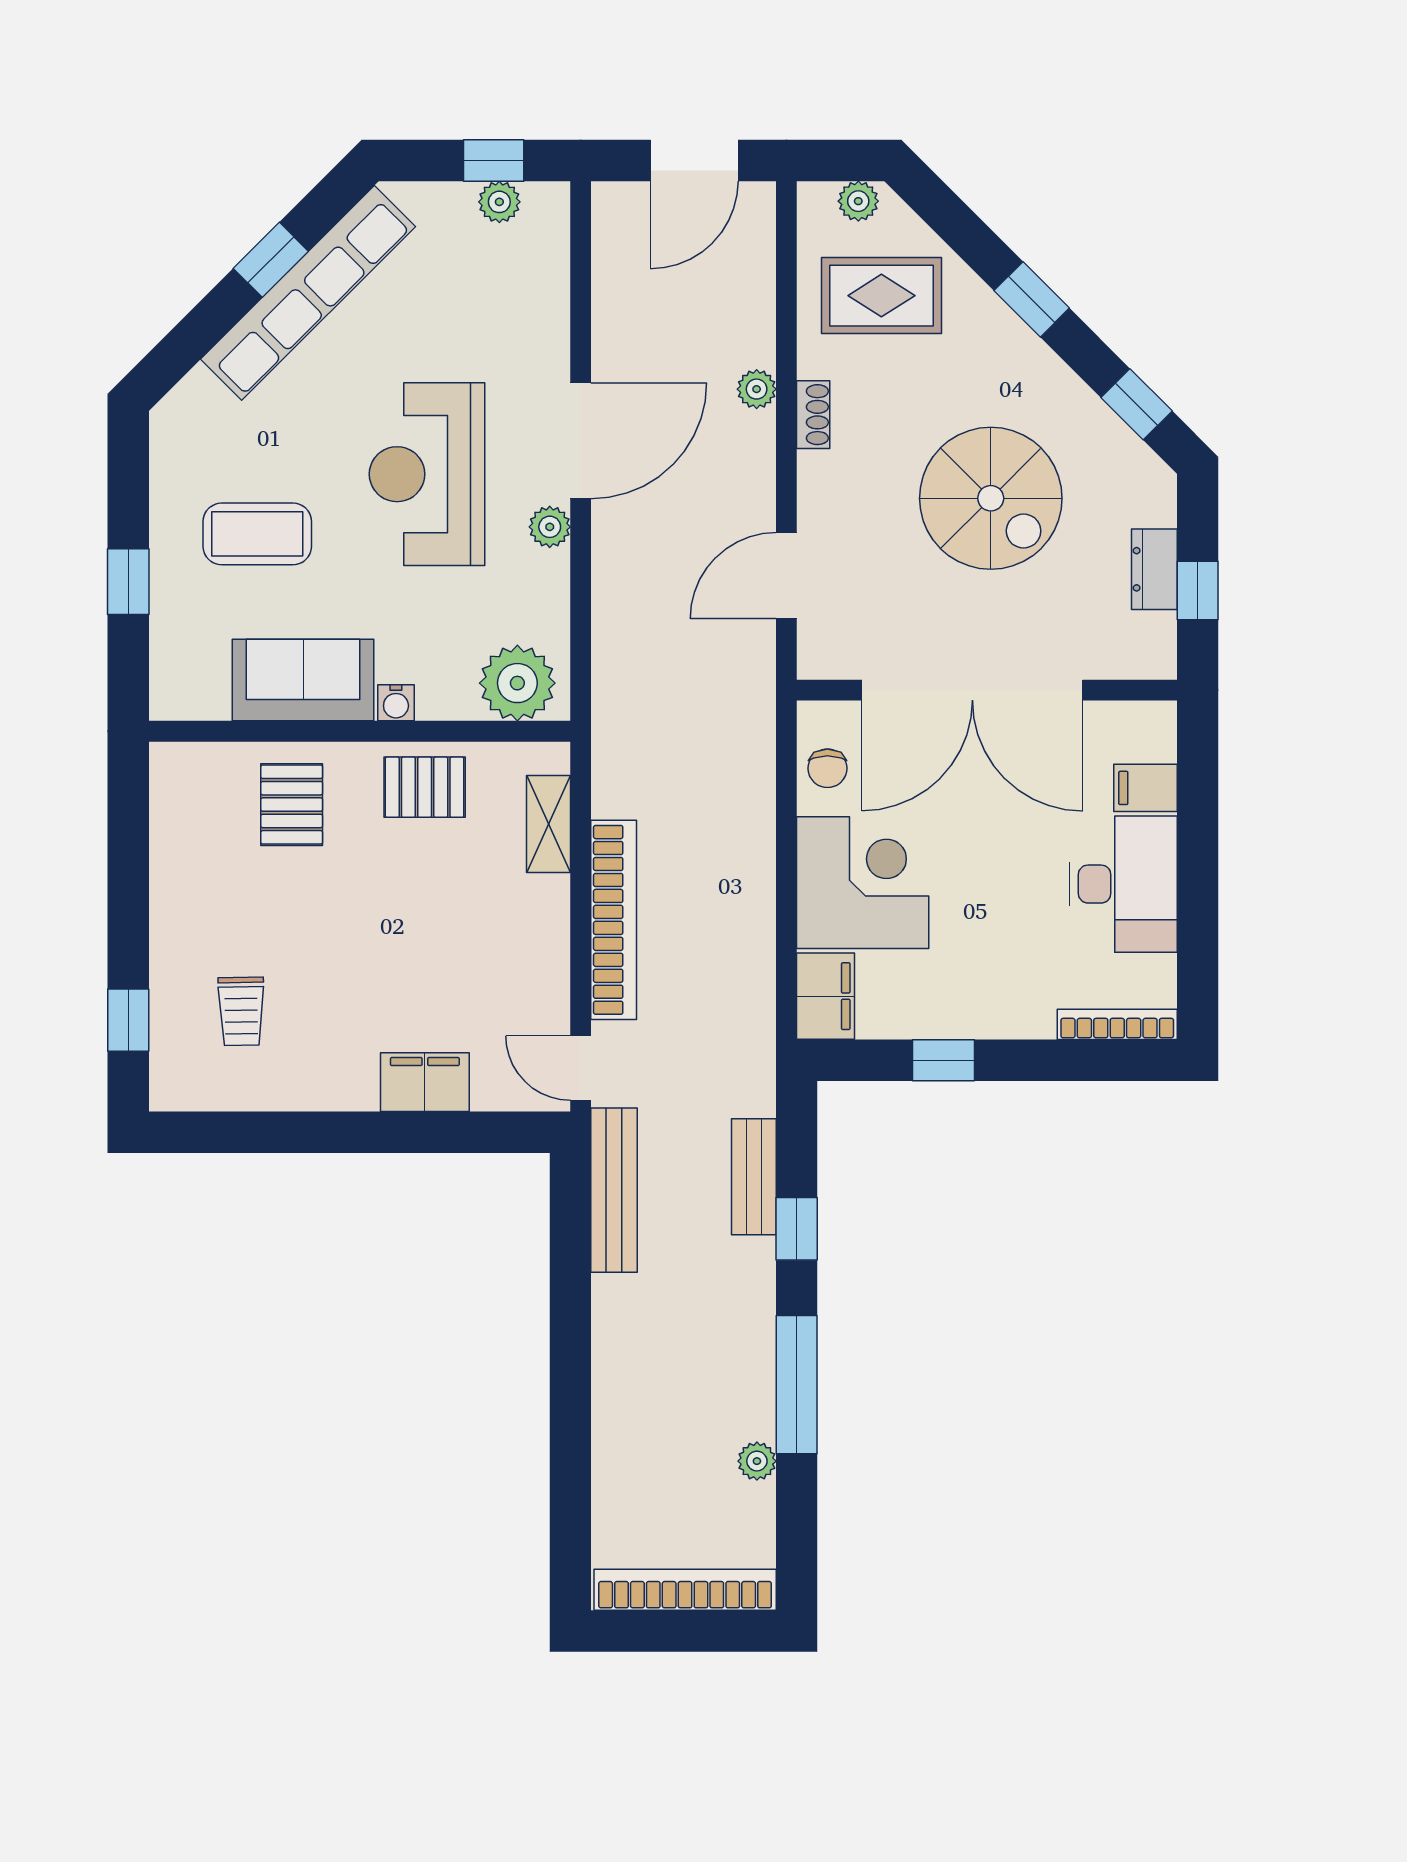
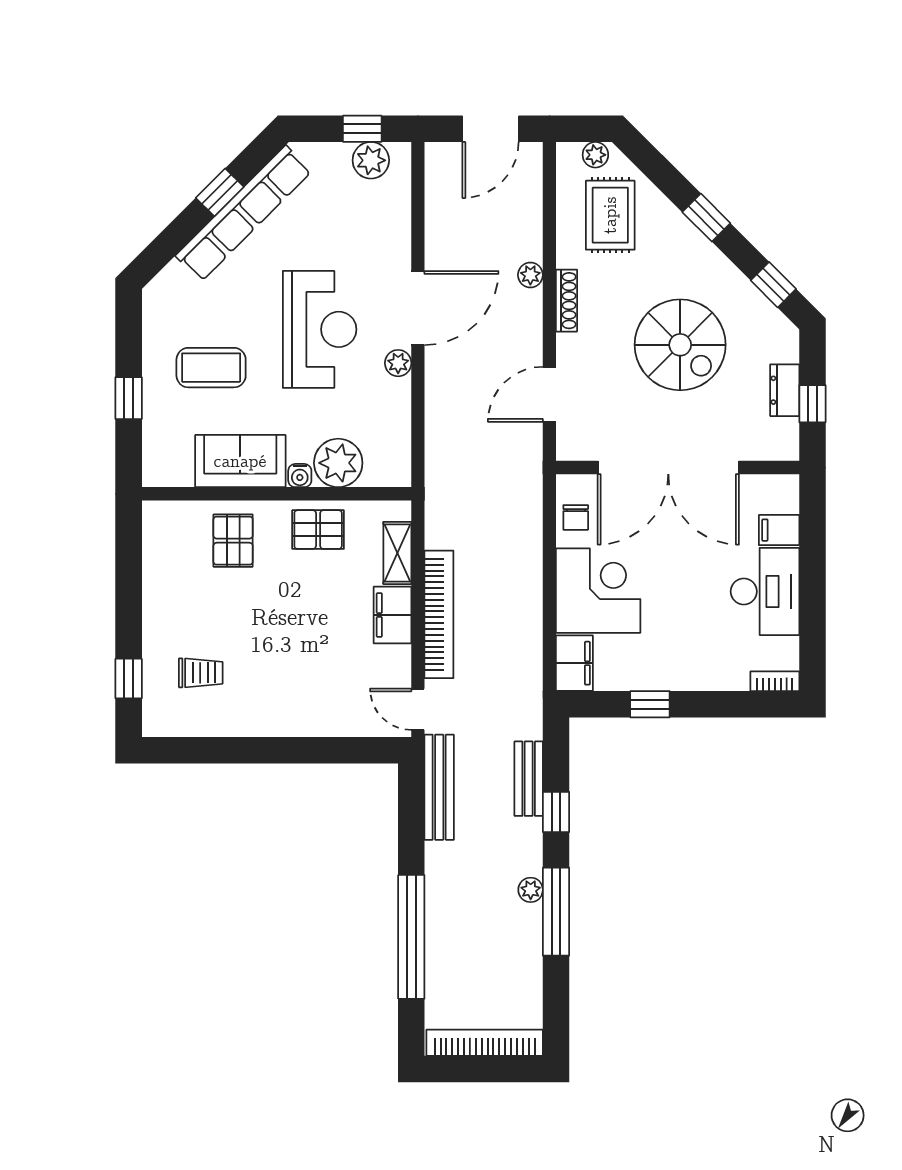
plant: (499, 202) -> (371, 160), width x1.38, depth x1.38
rug: (881, 296) -> (610, 215), turned 90
shoe rack: (813, 415) -> (567, 301), width x1.43
reception desk: (427, 474) -> (320, 329), turned 180
plant: (517, 683) -> (338, 463), moved
trolley: (241, 1011) -> (201, 673), turned -89
bookcase: (1117, 1024) -> (775, 681), width x0.64
filing cabinet: (425, 1082) -> (392, 615), moved, turned -90
window: (570, 1424) -> (411, 937), added
plant: (757, 1461) -> (531, 890), moved

